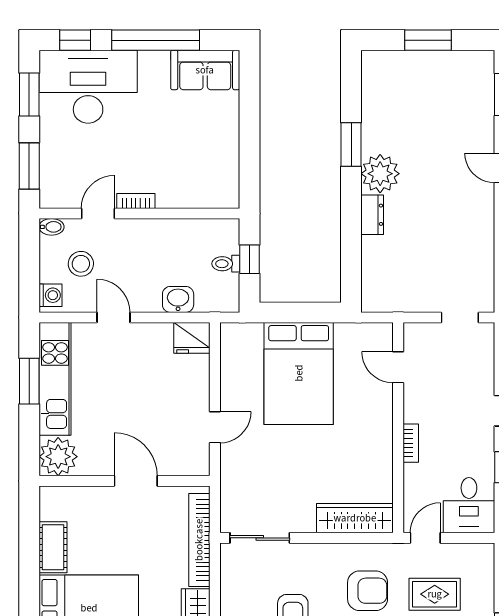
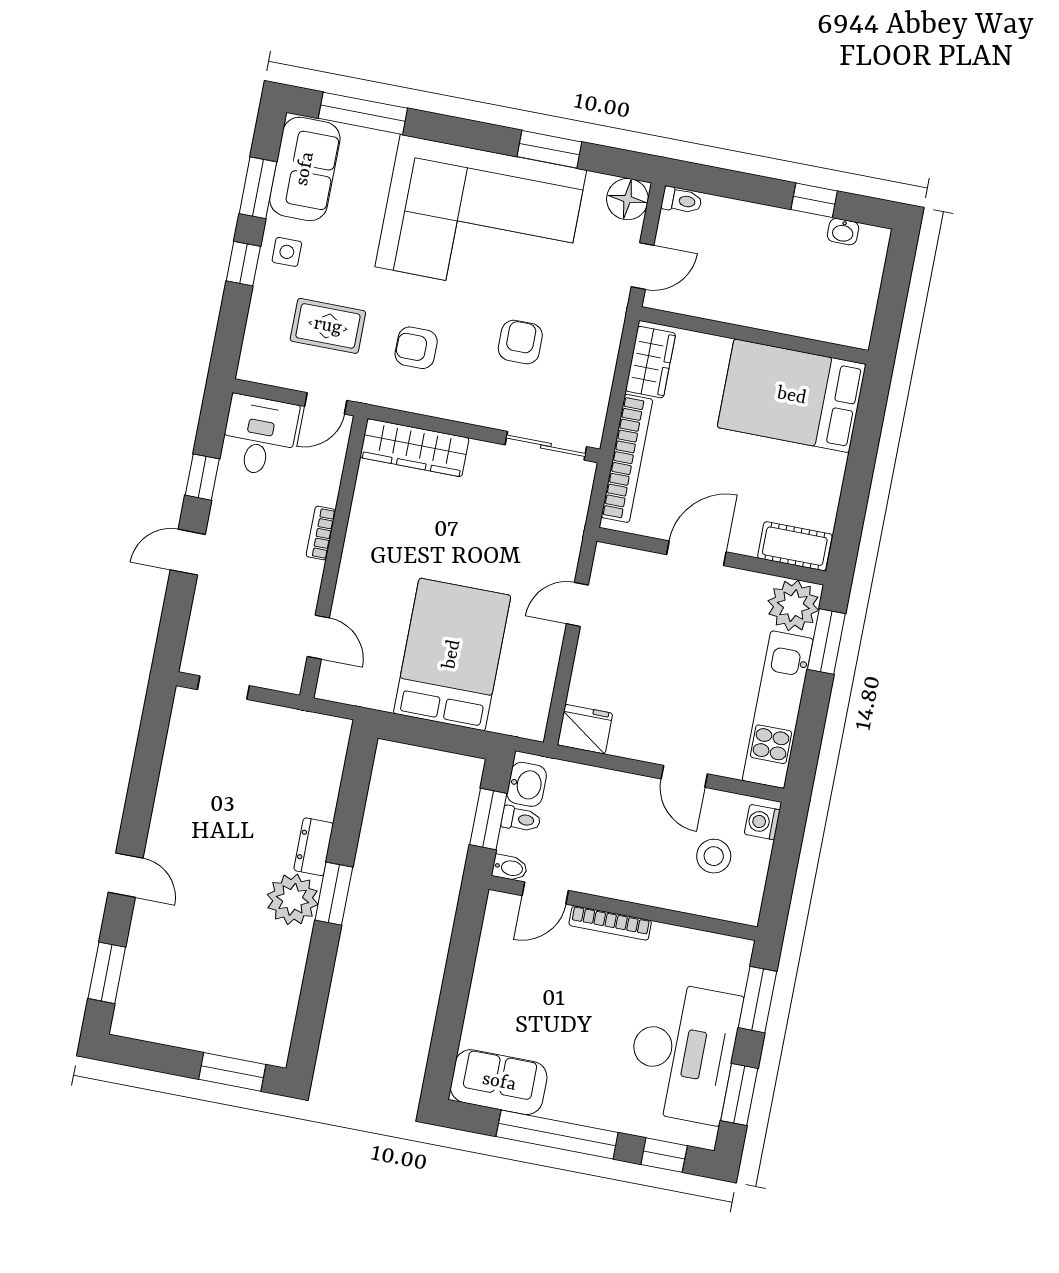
window: (428, 40) -> (232, 1072), moved
desk: (88, 87) -> (683, 1052), moved, turned -90
window: (351, 144) -> (334, 894), moved
bookcase: (136, 201) -> (610, 923), width x1.56
door: (98, 213) -> (545, 893), moved
bidet: (51, 227) -> (510, 868), moved, turned 180
window: (250, 259) -> (488, 819), width x1.50
washbasin: (178, 299) -> (527, 784), moved, turned -90
window: (29, 381) -> (826, 642), moved
door: (136, 481) -> (696, 553), swing flipped
cot: (53, 547) -> (795, 546), moved, turned 90
armchair: (368, 591) -> (416, 348), width x0.72, depth x0.72

